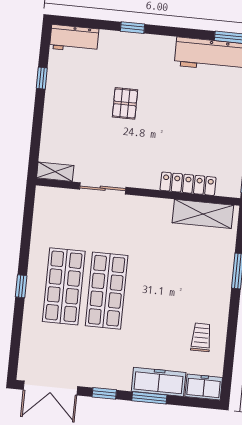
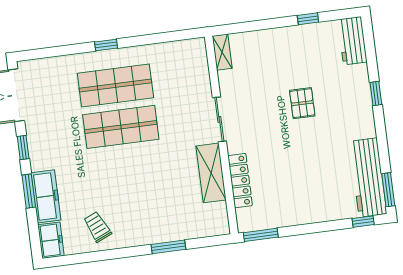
pallet: (125, 103) -> (302, 103), turned 90
sliding door: (103, 188) -> (219, 119), moved
shelving: (203, 214) -> (211, 173), moved
trolley: (201, 337) -> (97, 227), turned -114

